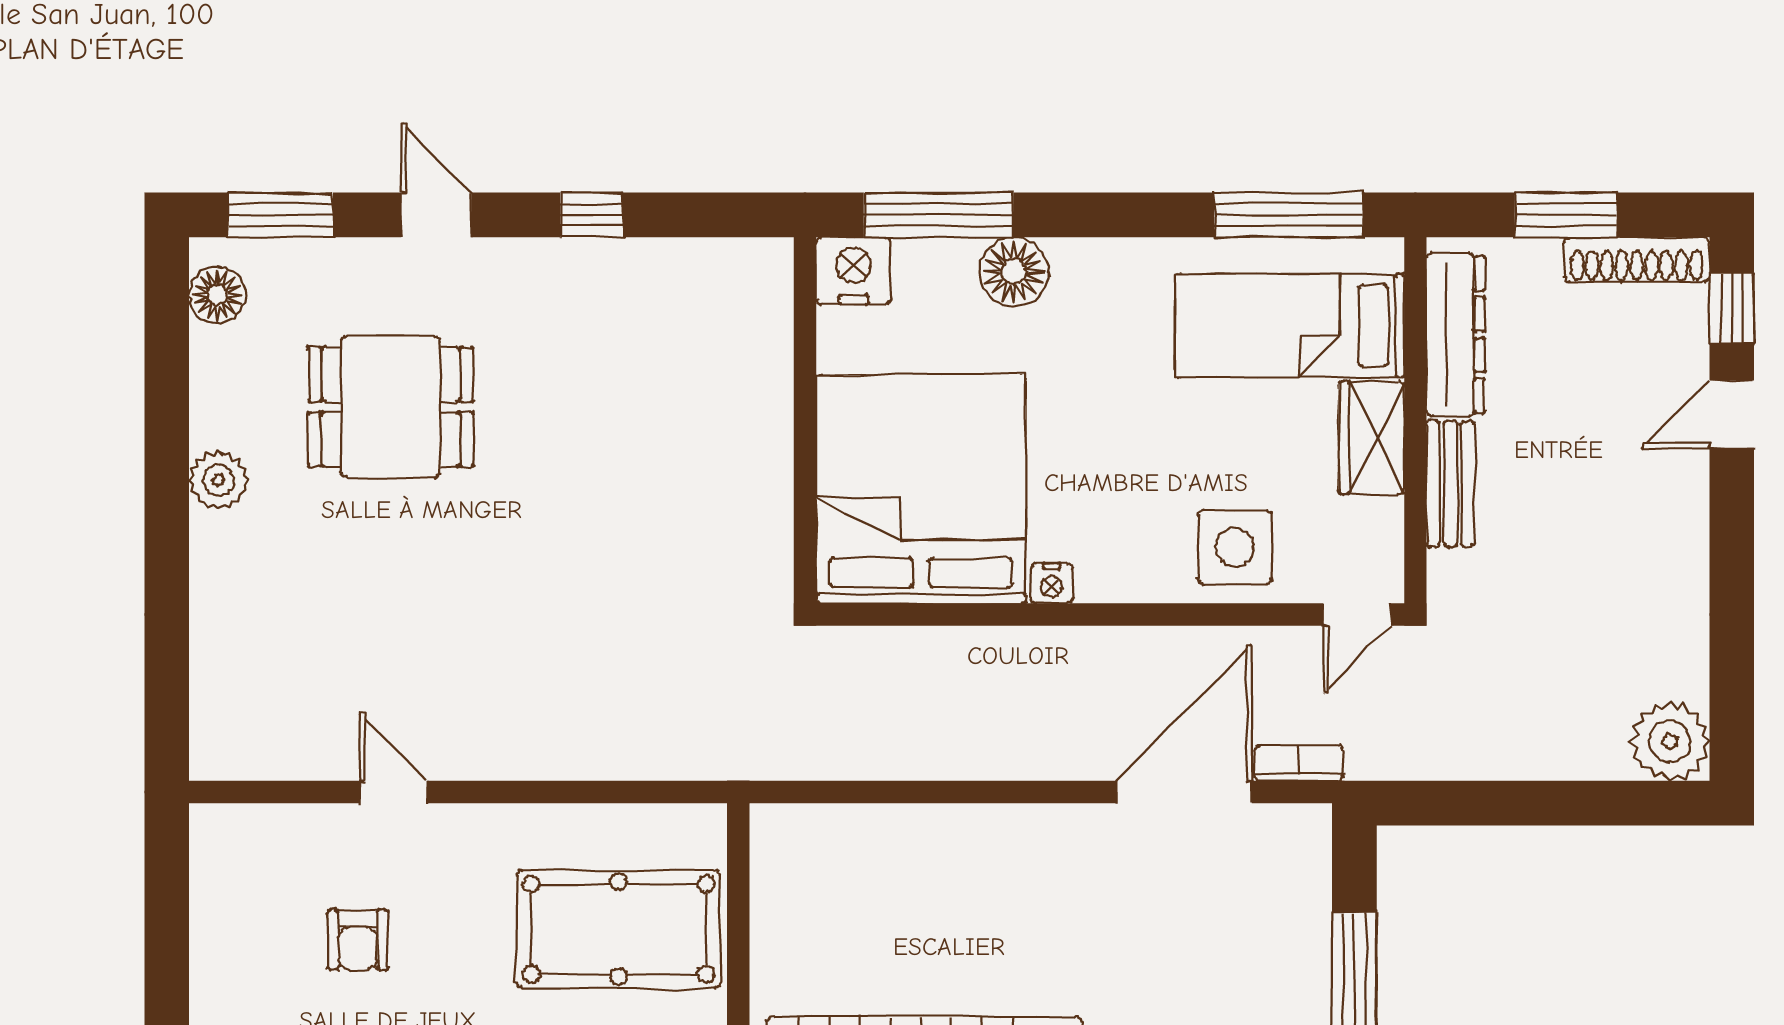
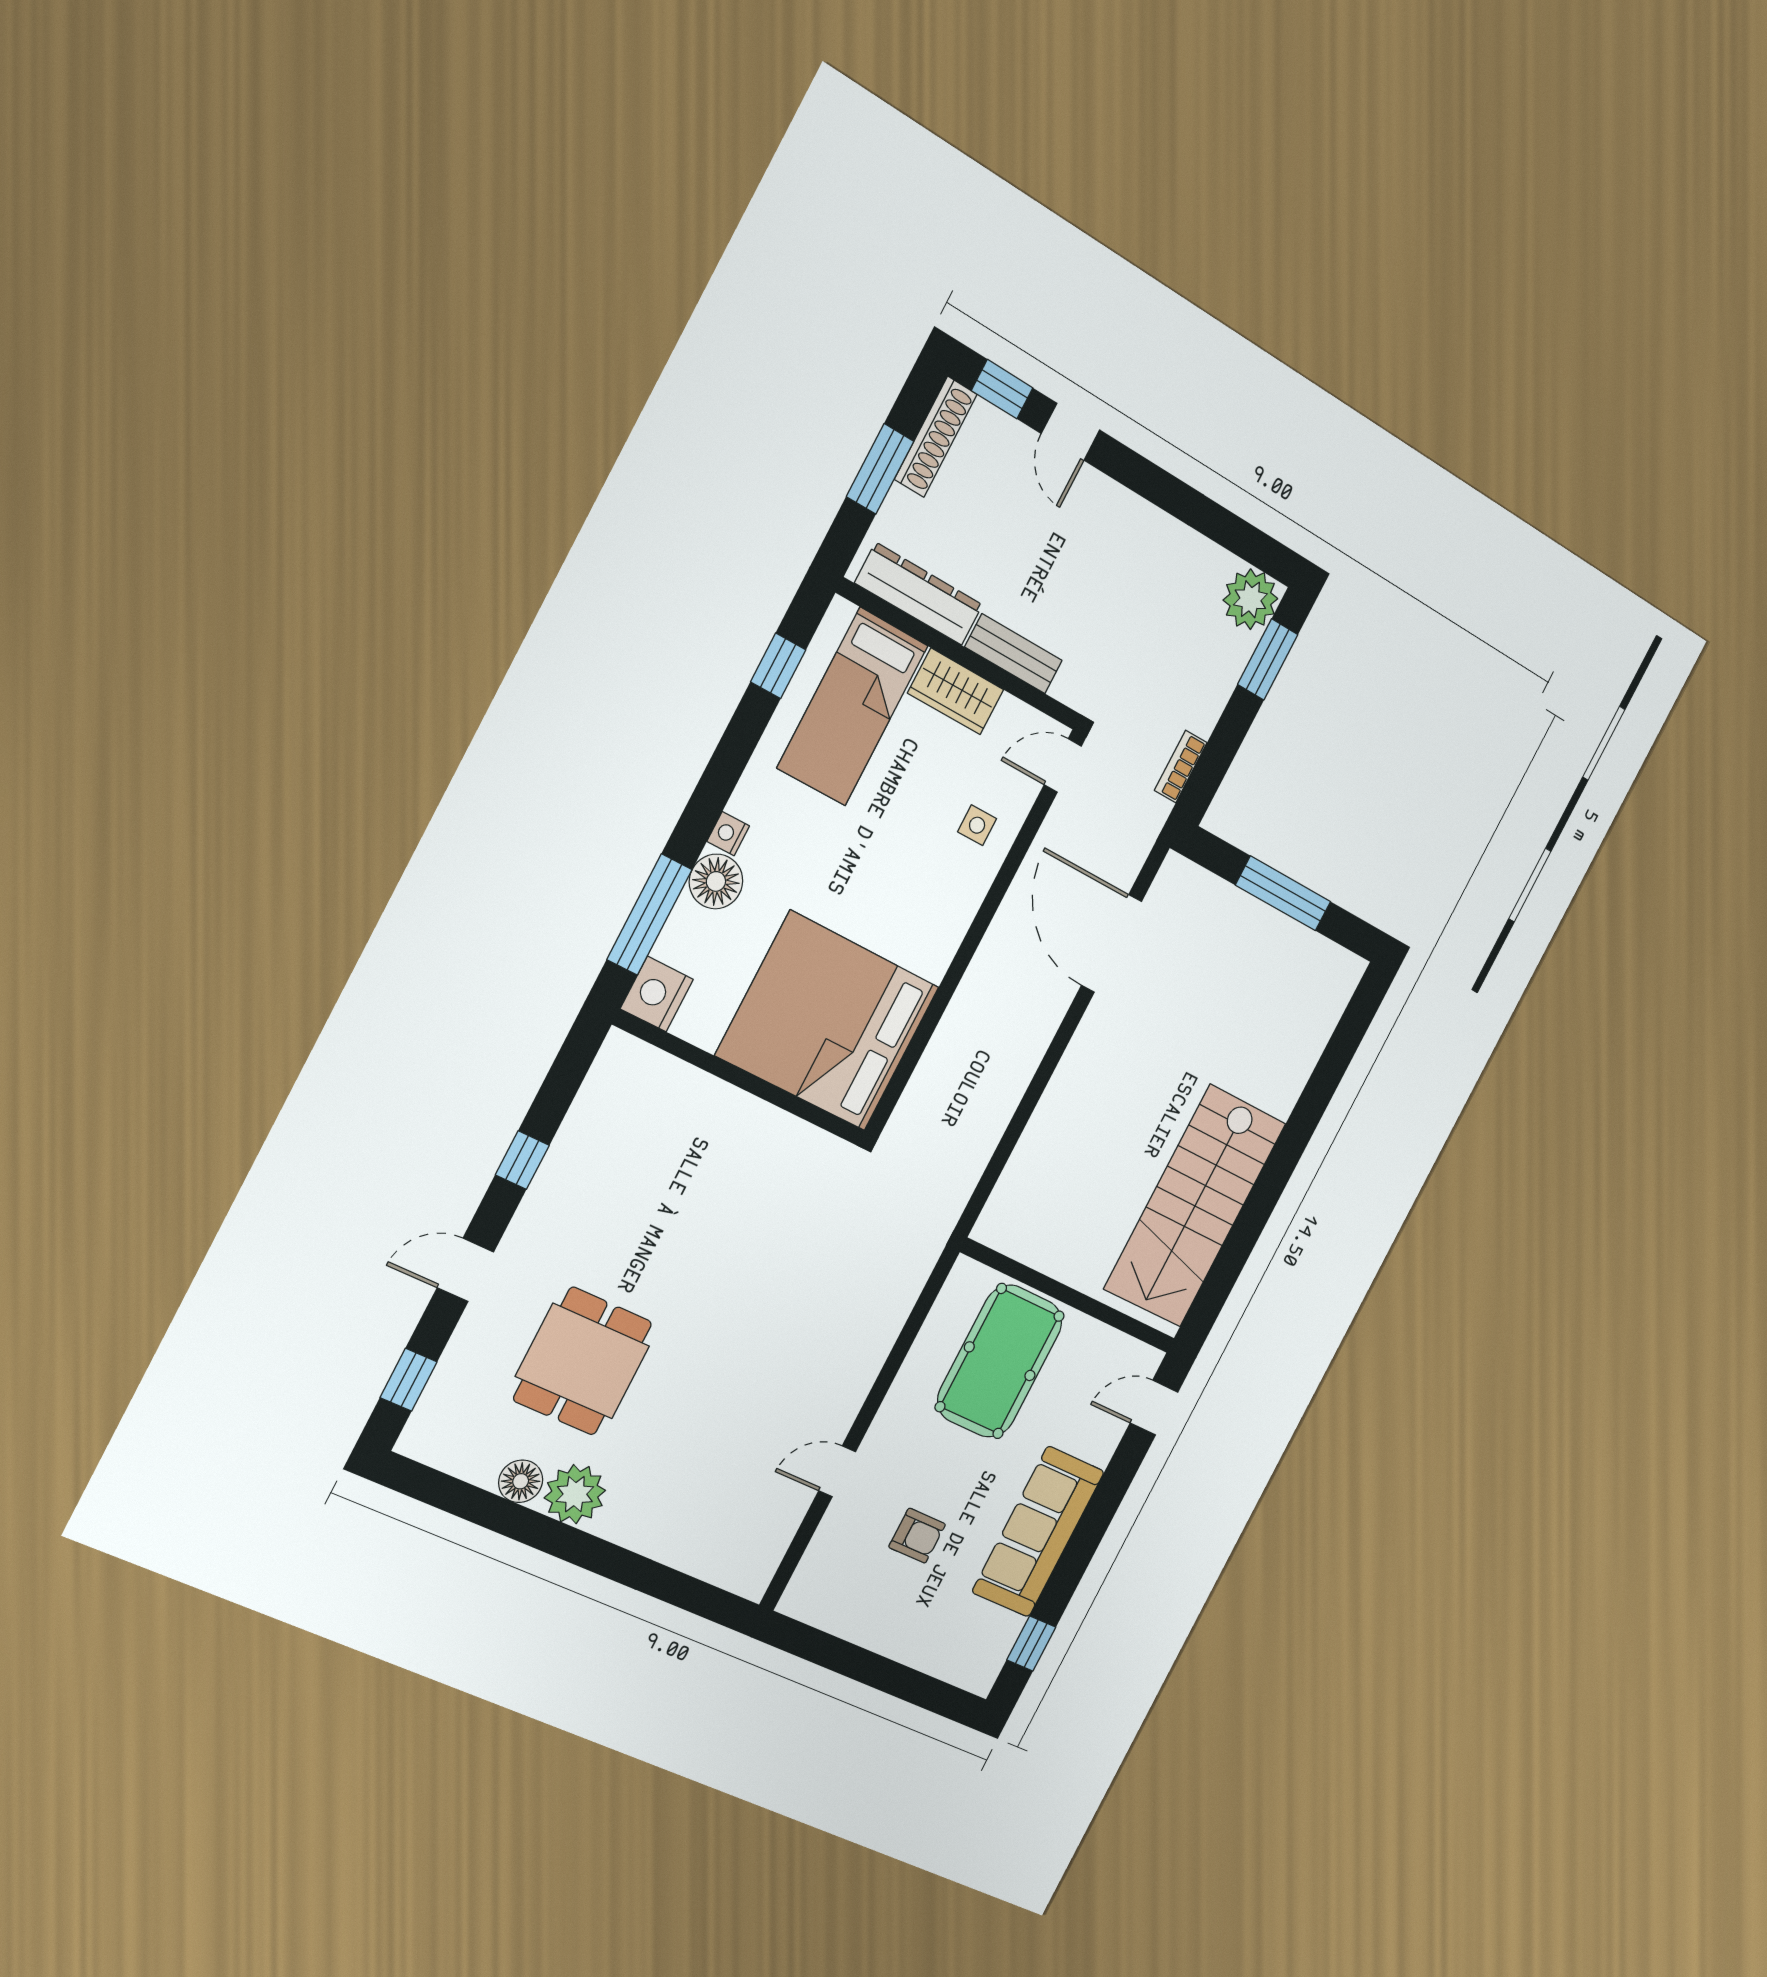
window: (281, 215) -> (409, 1380), width x0.67
window: (1289, 215) -> (778, 666), width x0.46
floor lamp: (217, 295) -> (521, 1481), moved
plant: (218, 480) -> (575, 1494), width x1.36, depth x1.36
side table: (1235, 547) -> (977, 825), width x0.54, depth x0.54
nightstand: (1052, 583) -> (728, 834), moved, turned 180
door: (1357, 615) -> (1063, 765), swing flipped
bookcase: (1299, 763) -> (1181, 767), moved
window: (1614, 803) -> (1268, 660), added

